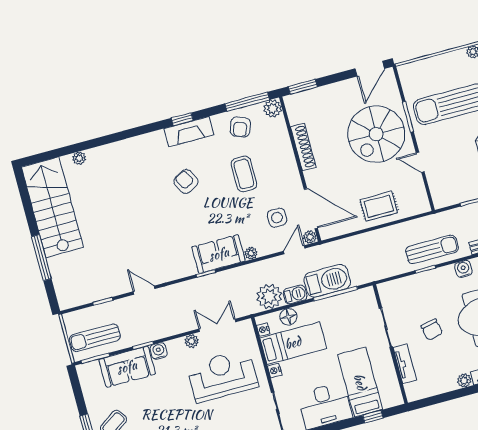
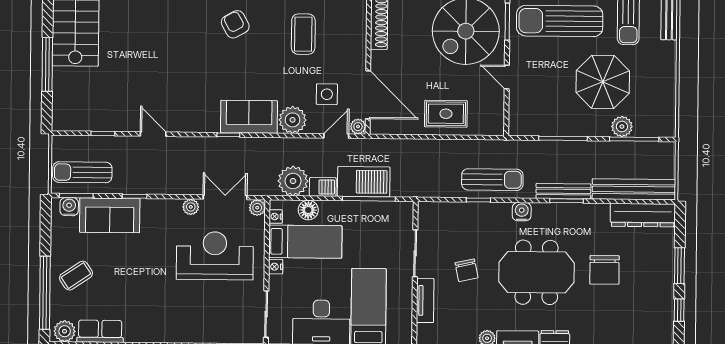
plant: (251, 253) -> (293, 120), width x1.88, depth x1.88
plant: (246, 326) -> (257, 208), added
water cooler: (159, 351) -> (69, 207), moved

